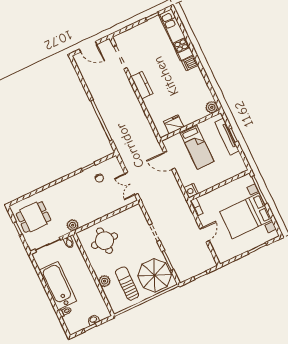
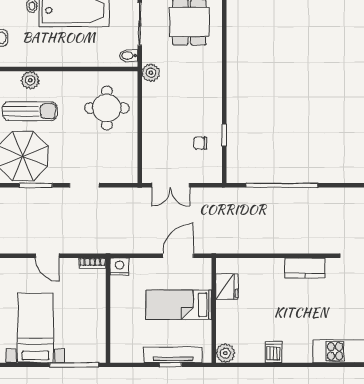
dishwasher: (190, 63) -> (273, 352), moved
double door: (131, 184) -> (171, 185), swing flipped
bed with nightstands: (246, 216) -> (35, 328), width x0.73
plant: (105, 281) -> (30, 80), moved

